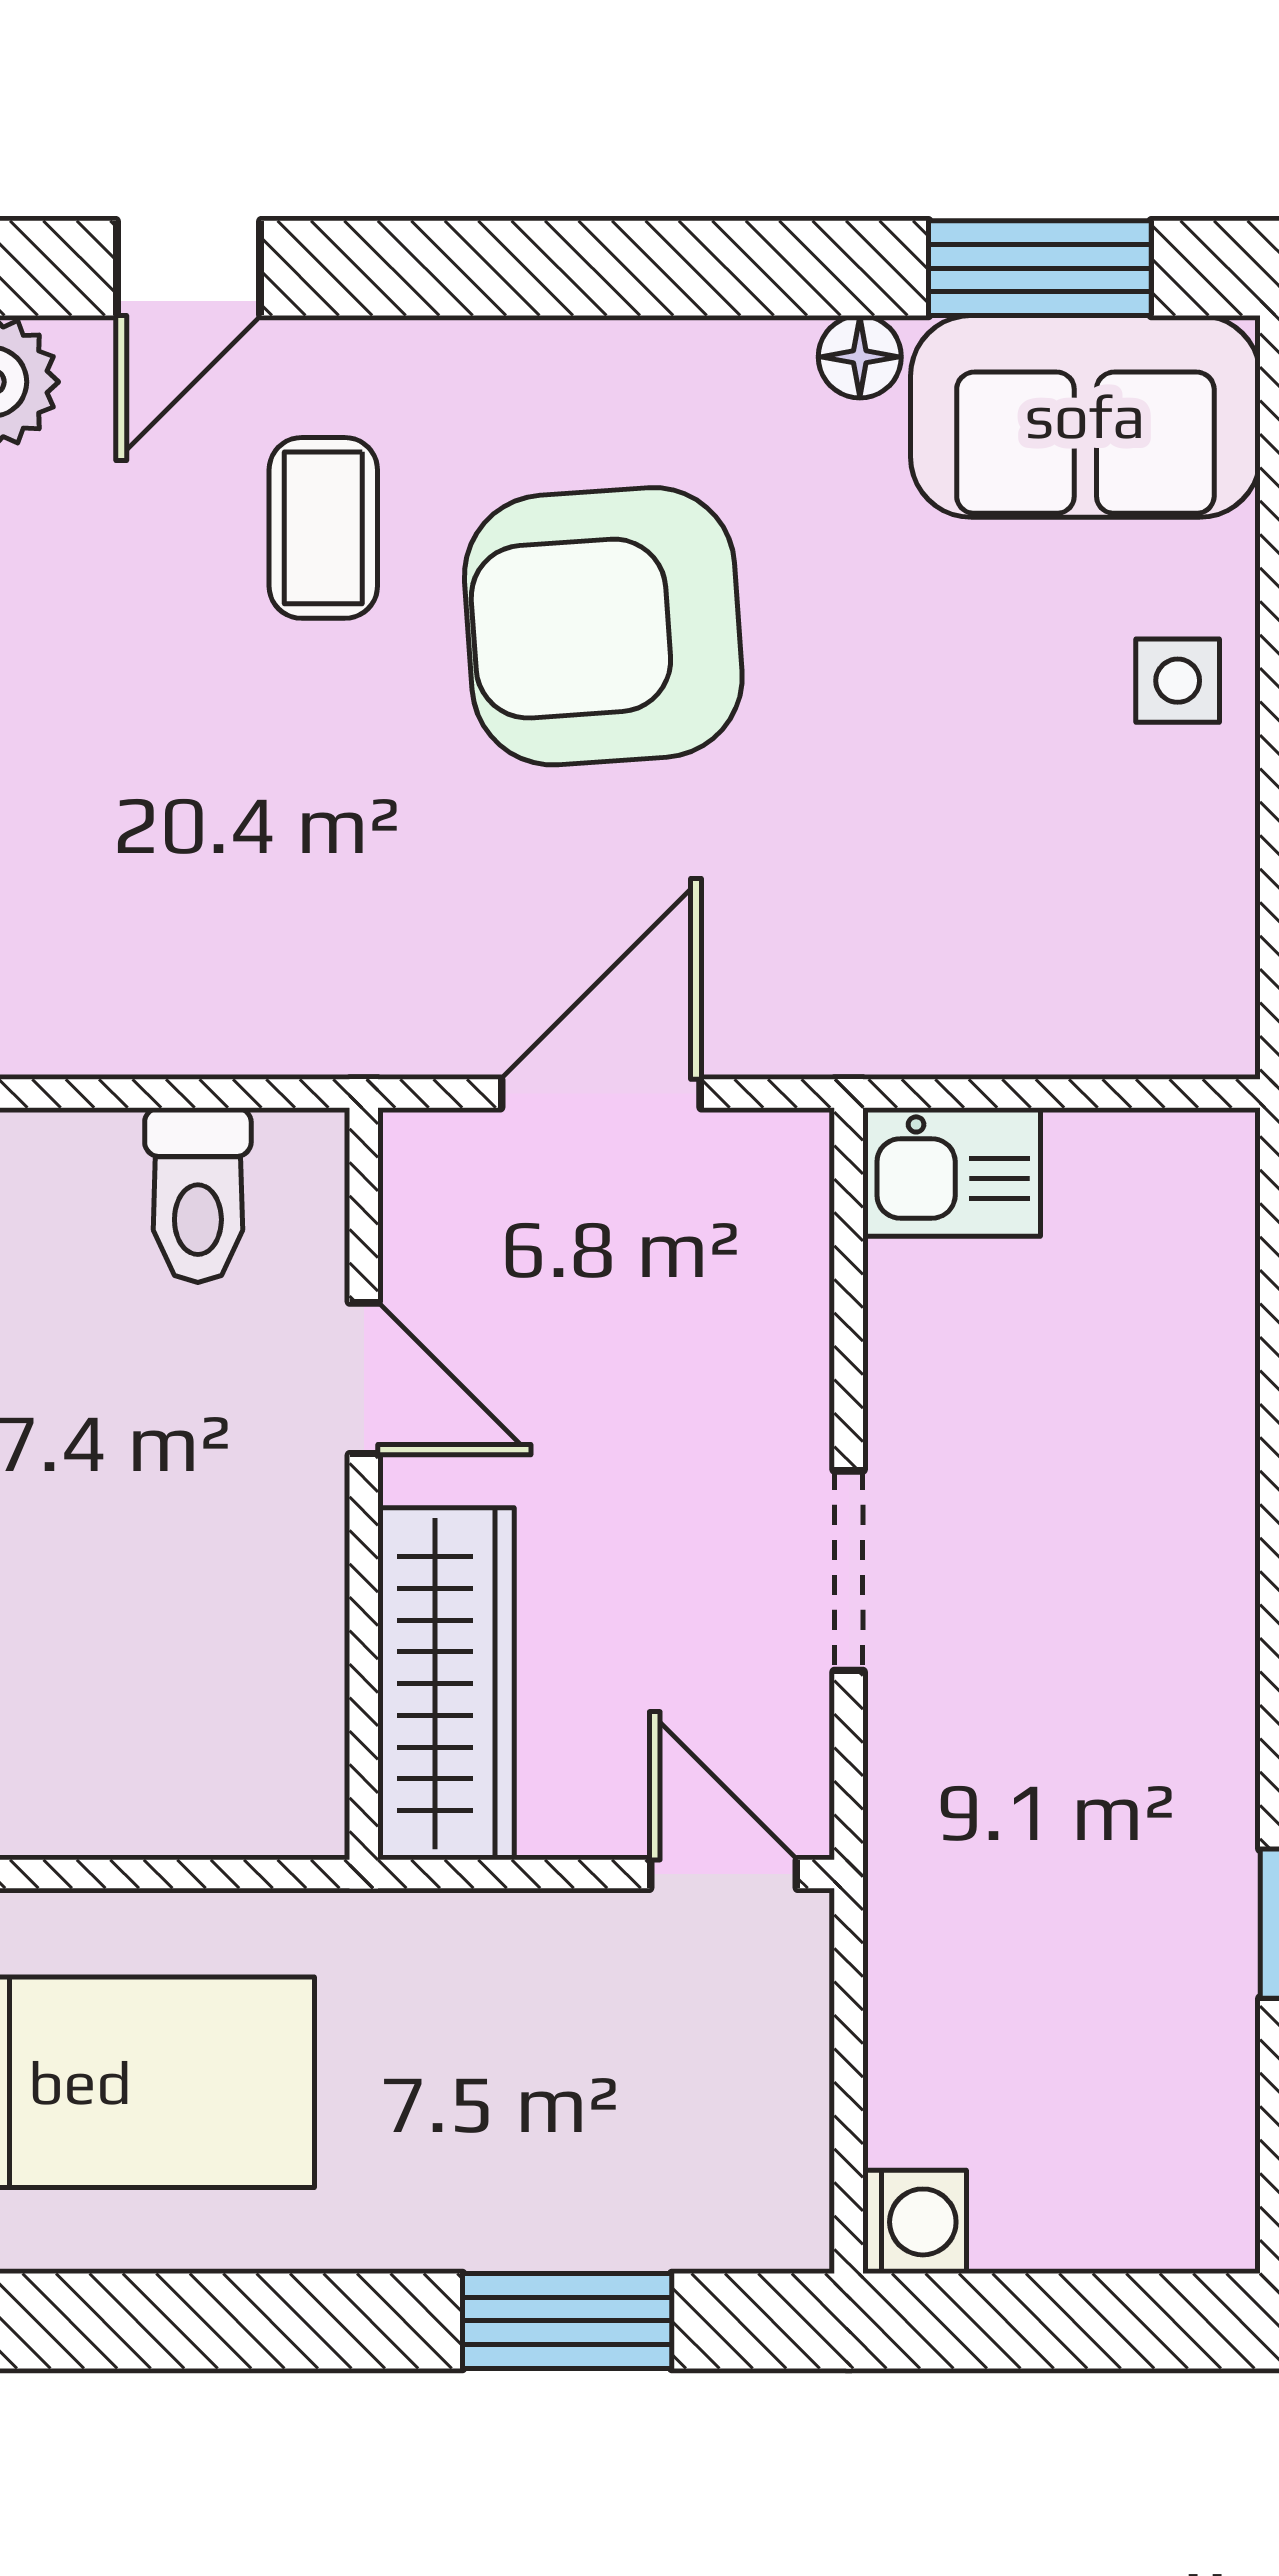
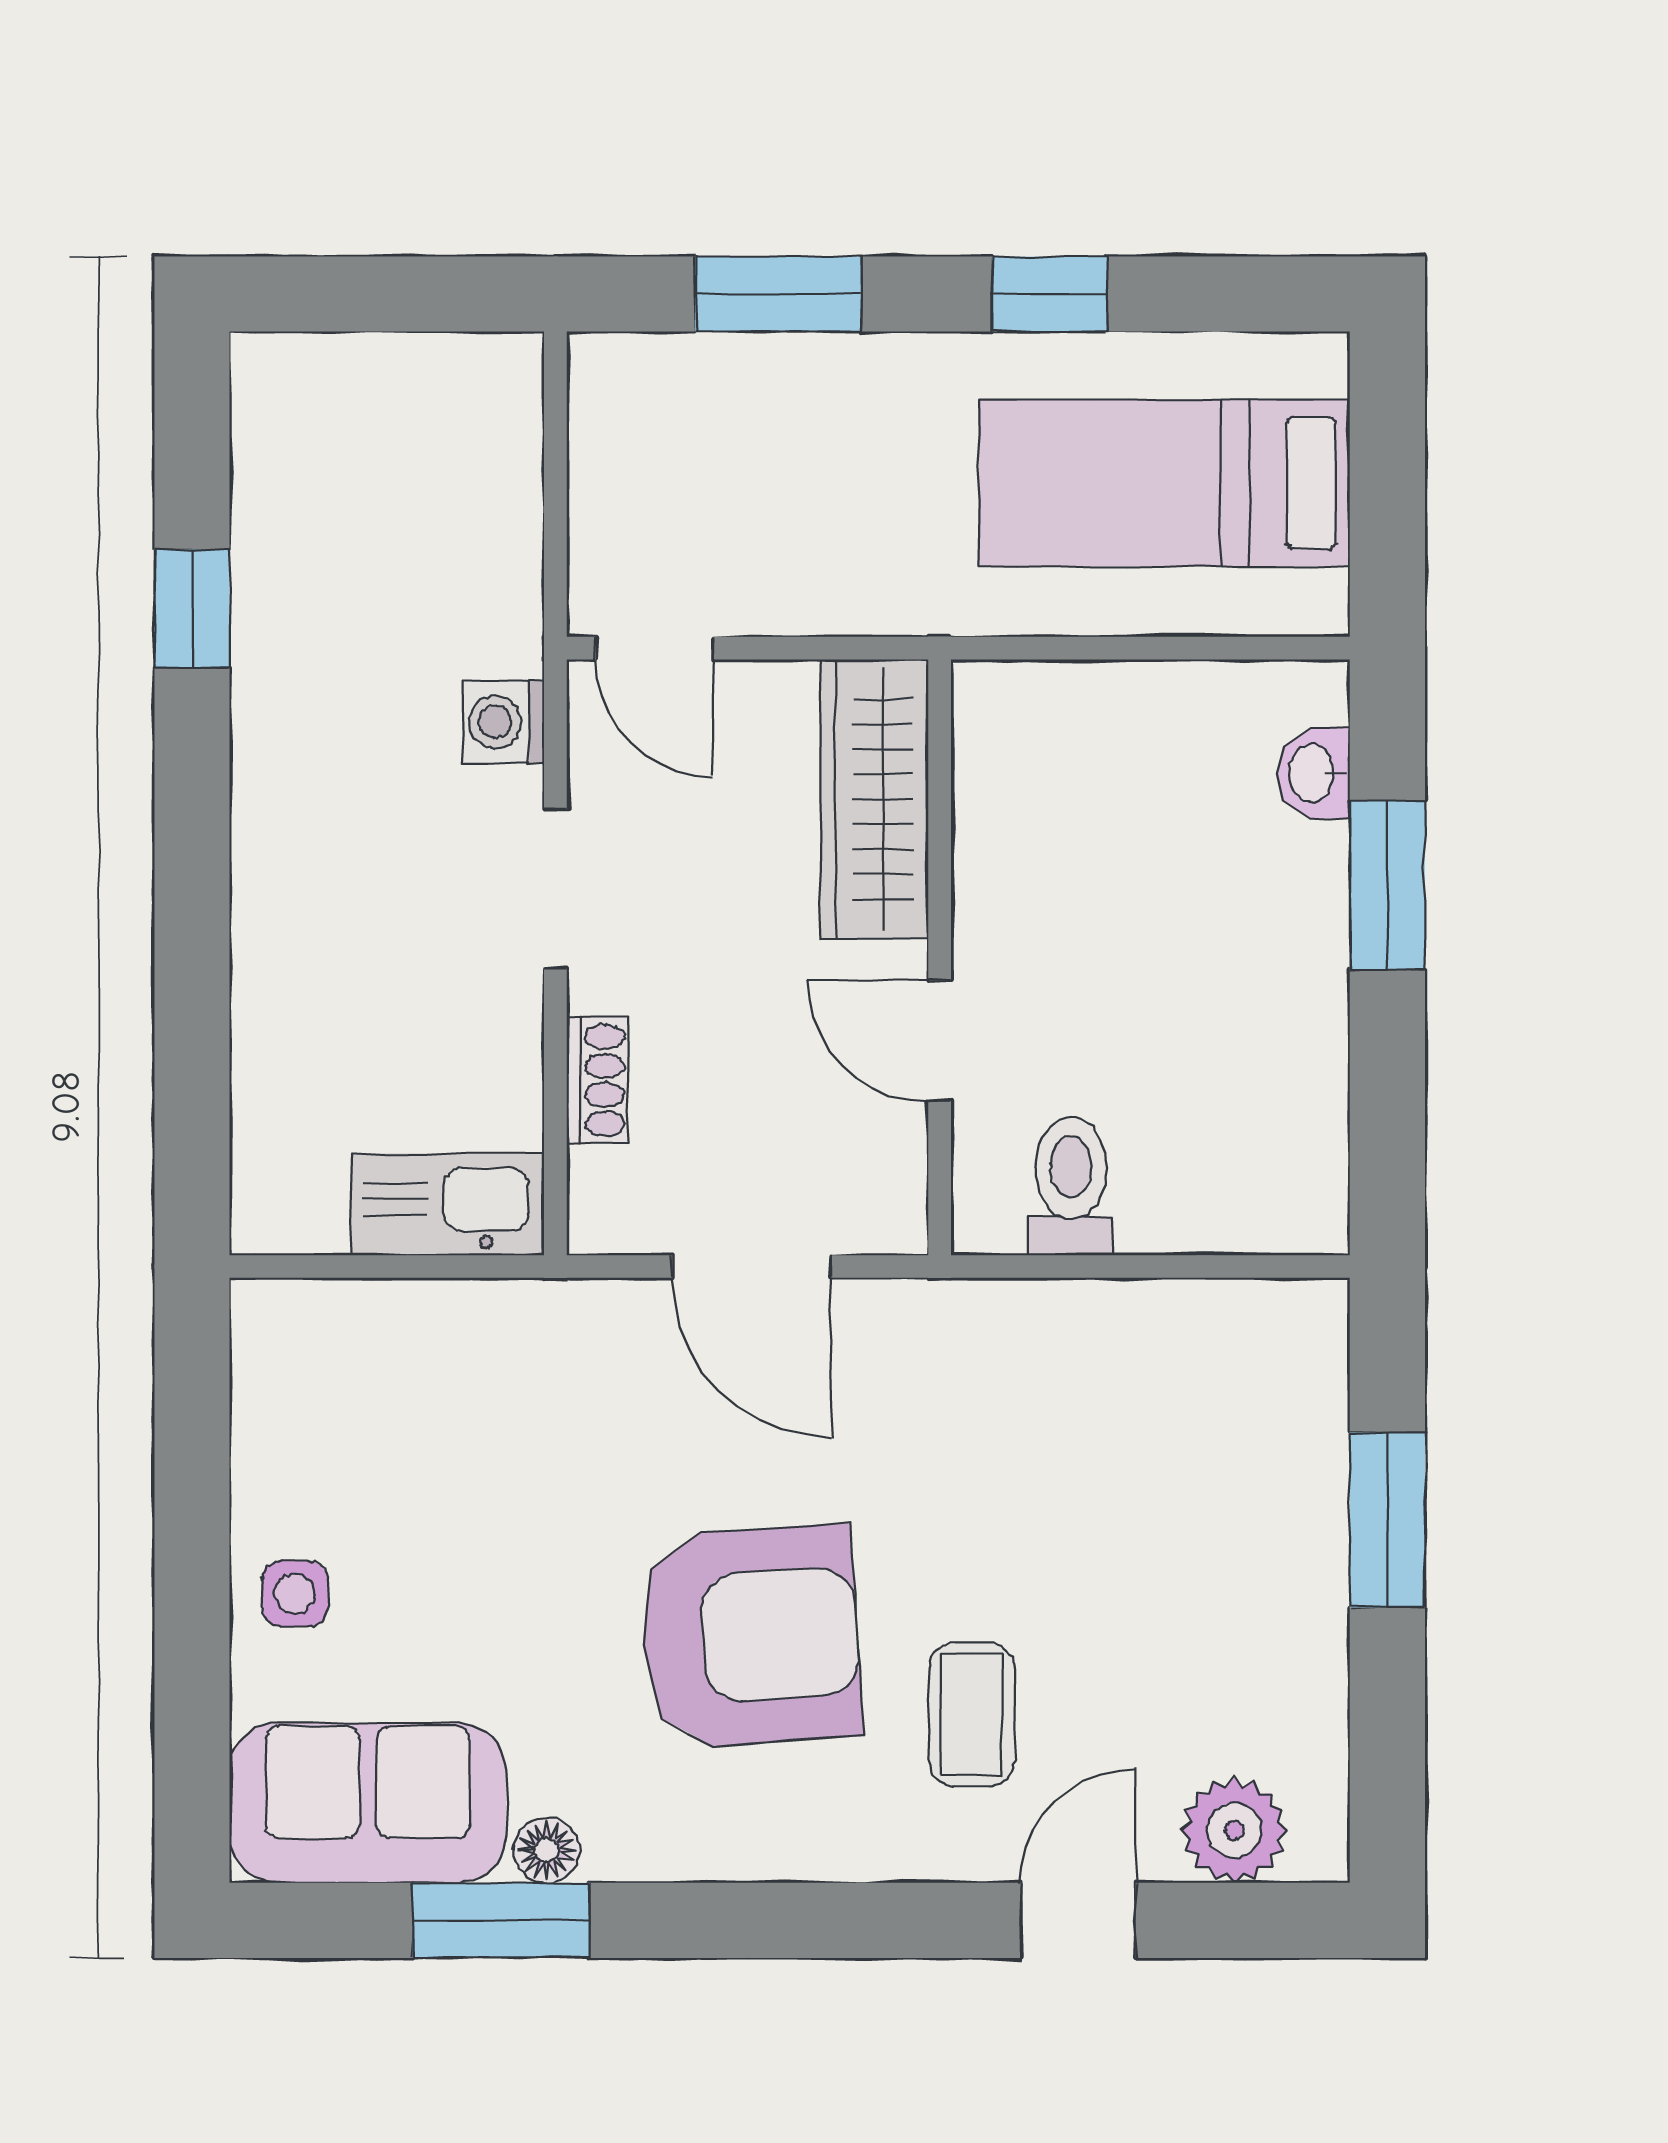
window: (1040, 268) -> (501, 1920), moved
door: (601, 1093) -> (752, 1266), hinge flipped
kitchen sink: (952, 1172) -> (448, 1204), width x1.38
shoe rack: (796, 1329) -> (597, 1080), added
washing machine: (915, 2222) -> (503, 722), moved
window: (225, 2321) -> (1049, 294), added

